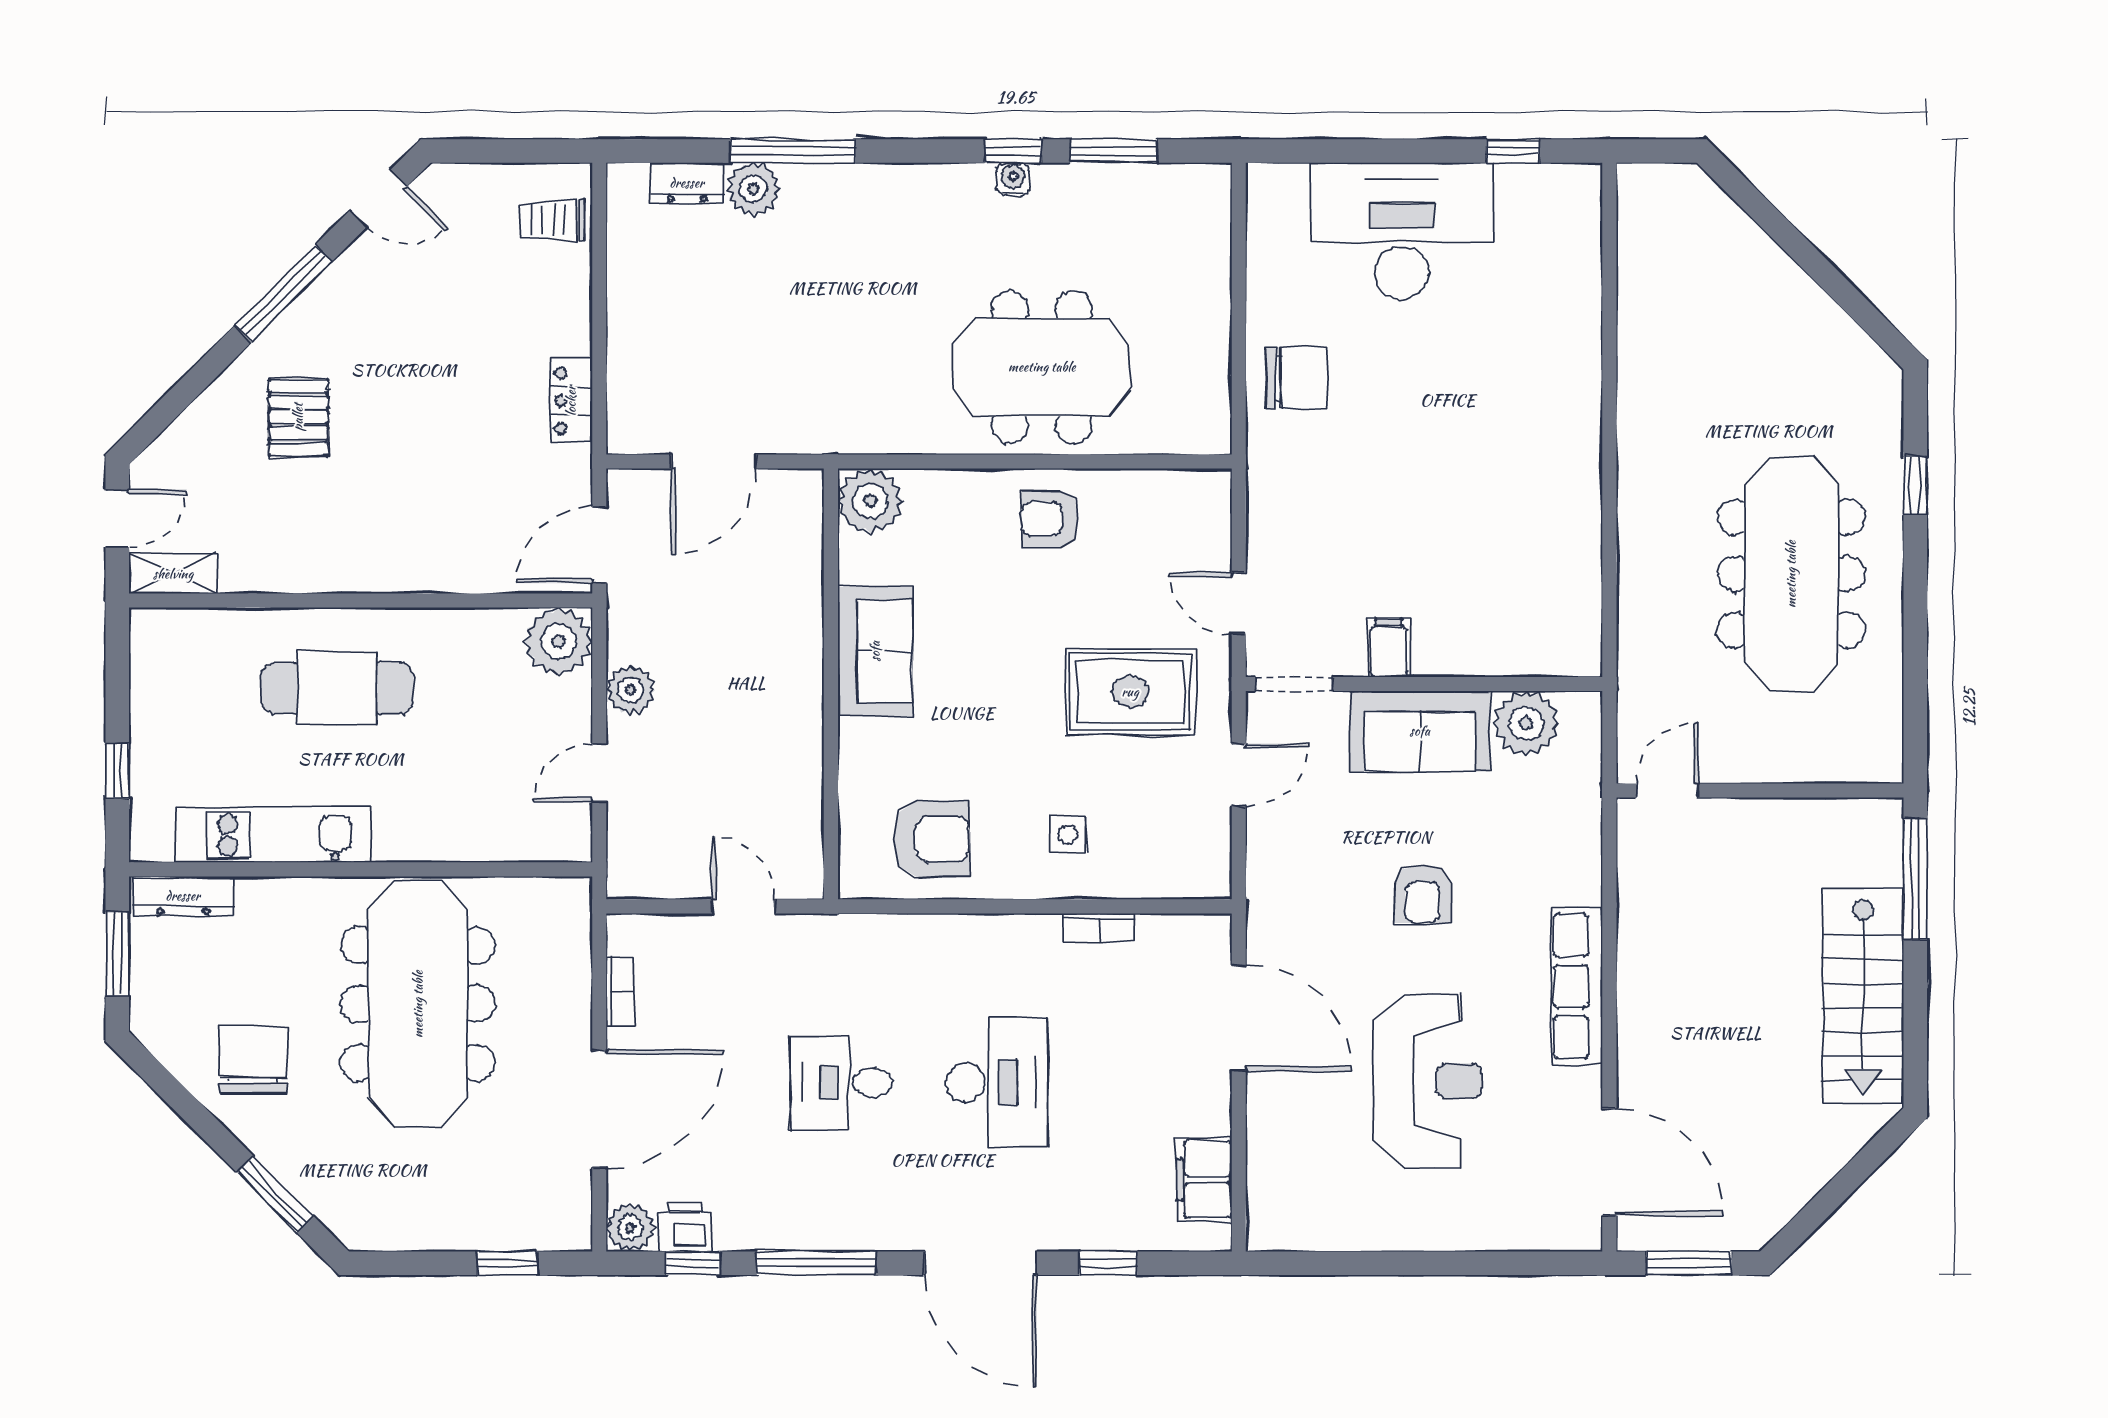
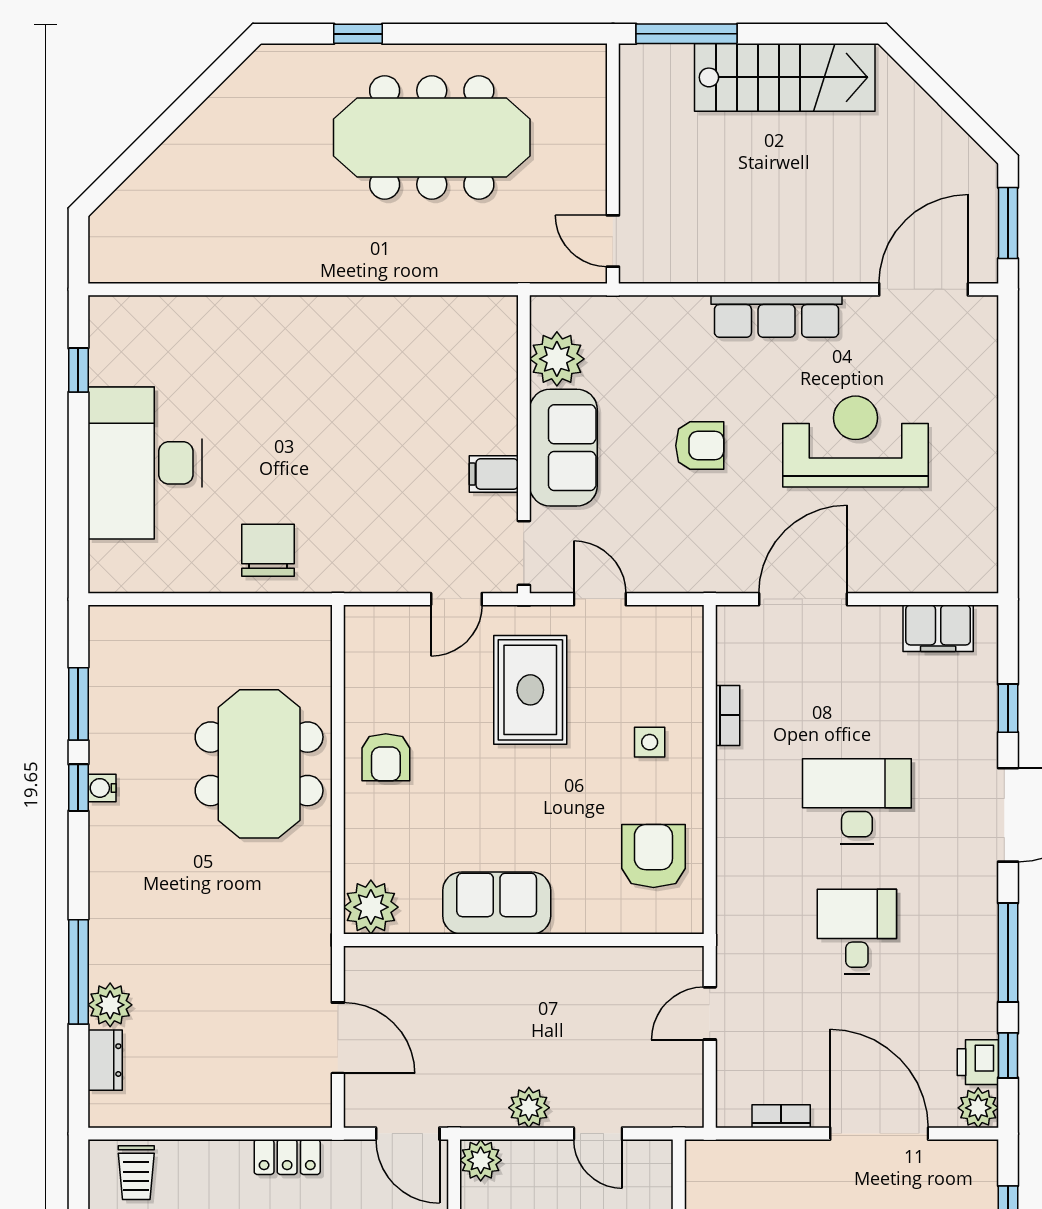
plant: (558, 641) -> (481, 1160), width x0.73, depth x0.73
desk: (841, 1082) -> (857, 932), turned 180

